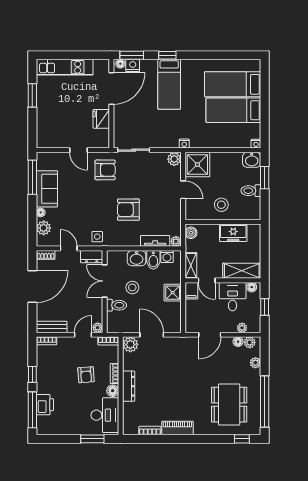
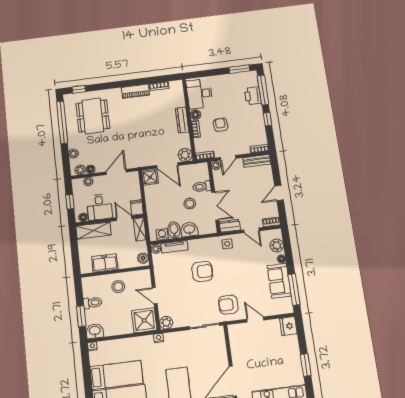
fridge: (101, 119) -> (288, 326), moved, turned 180
door: (32, 287) -> (279, 193), width x0.53
shower: (173, 293) -> (150, 177), moved
window: (92, 439) -> (239, 69), moved

